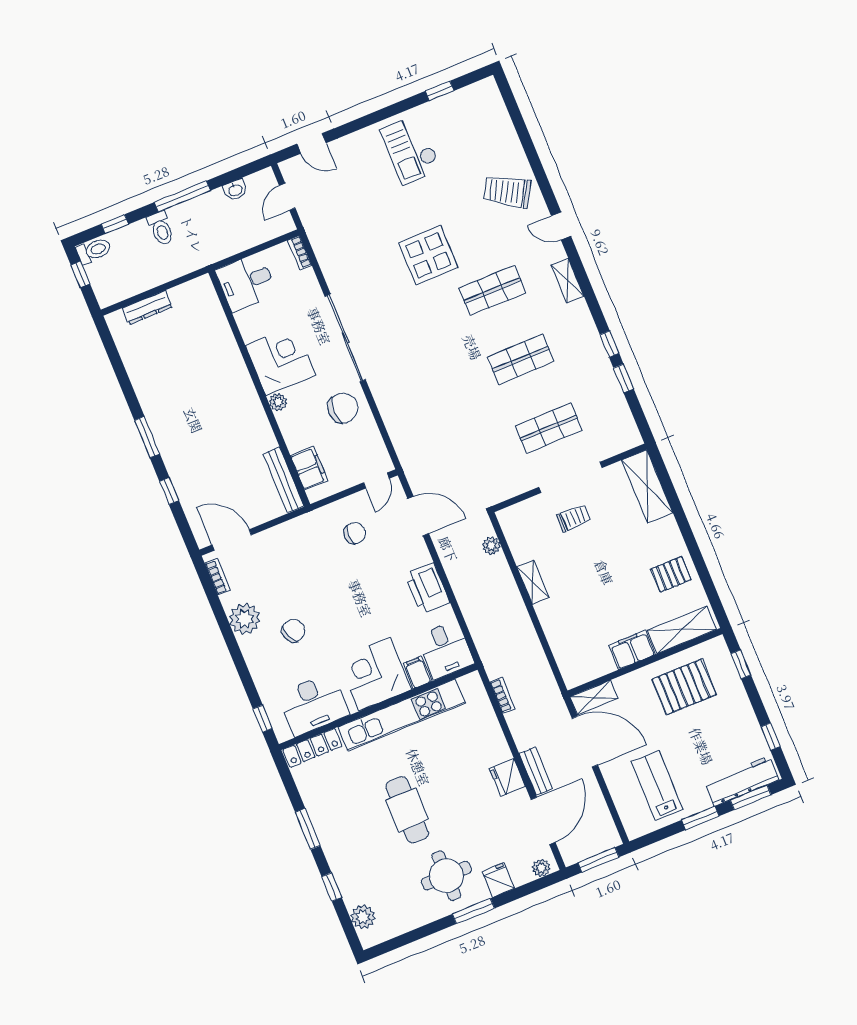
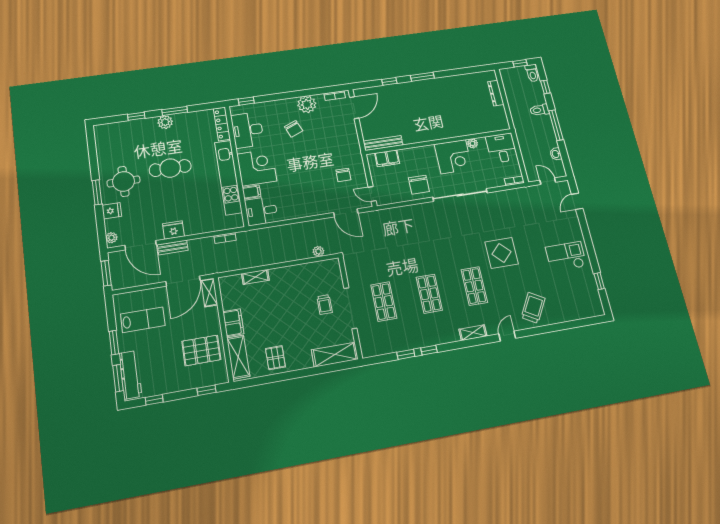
plant: (278, 402) -> (472, 143), moved
door: (418, 516) -> (346, 213), hinge flipped
shelving: (533, 582) -> (255, 277), moved
printer: (427, 588) -> (301, 209), removed
pallet: (684, 687) -> (201, 350), turned 90
plant: (363, 917) -> (165, 122), moved

